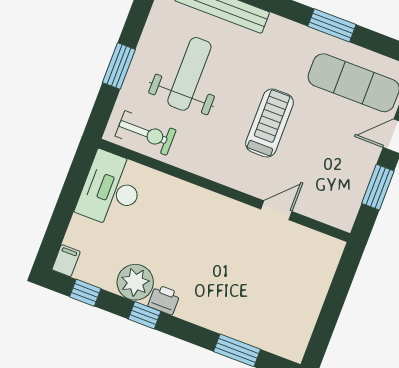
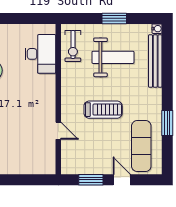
window: (119, 66) -> (114, 18), moved
desk: (111, 189) -> (40, 54), moved, turned 90

